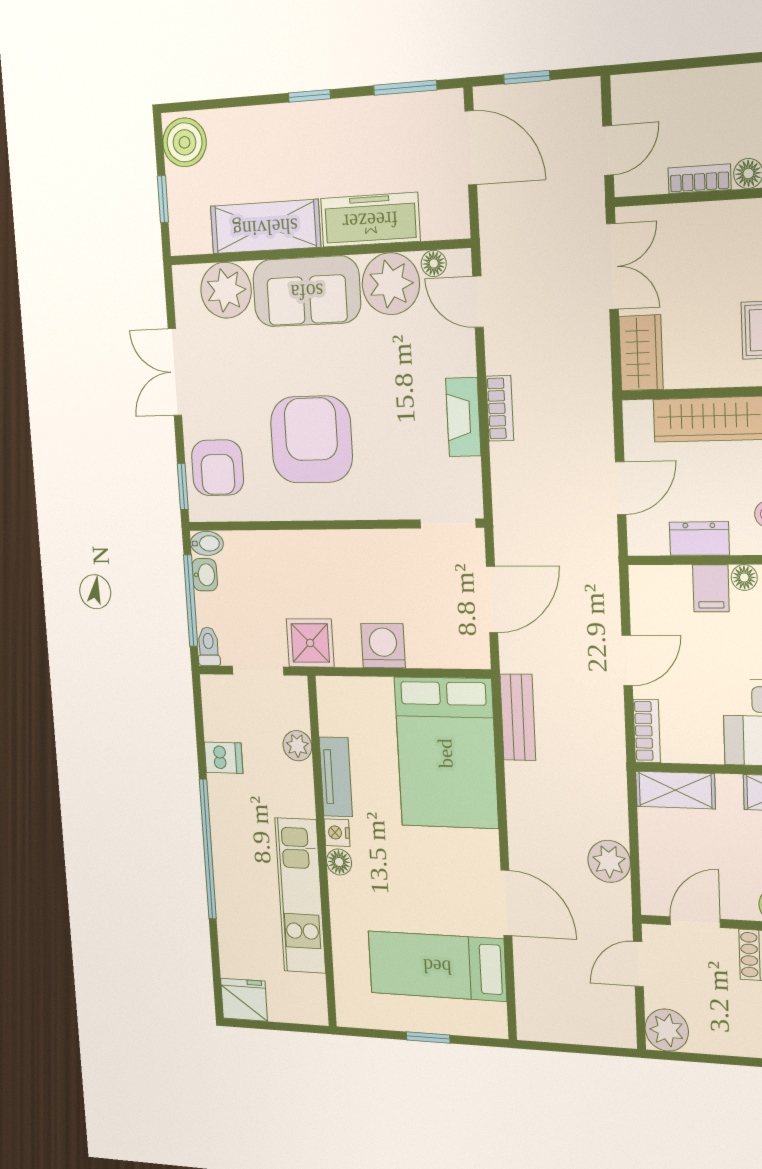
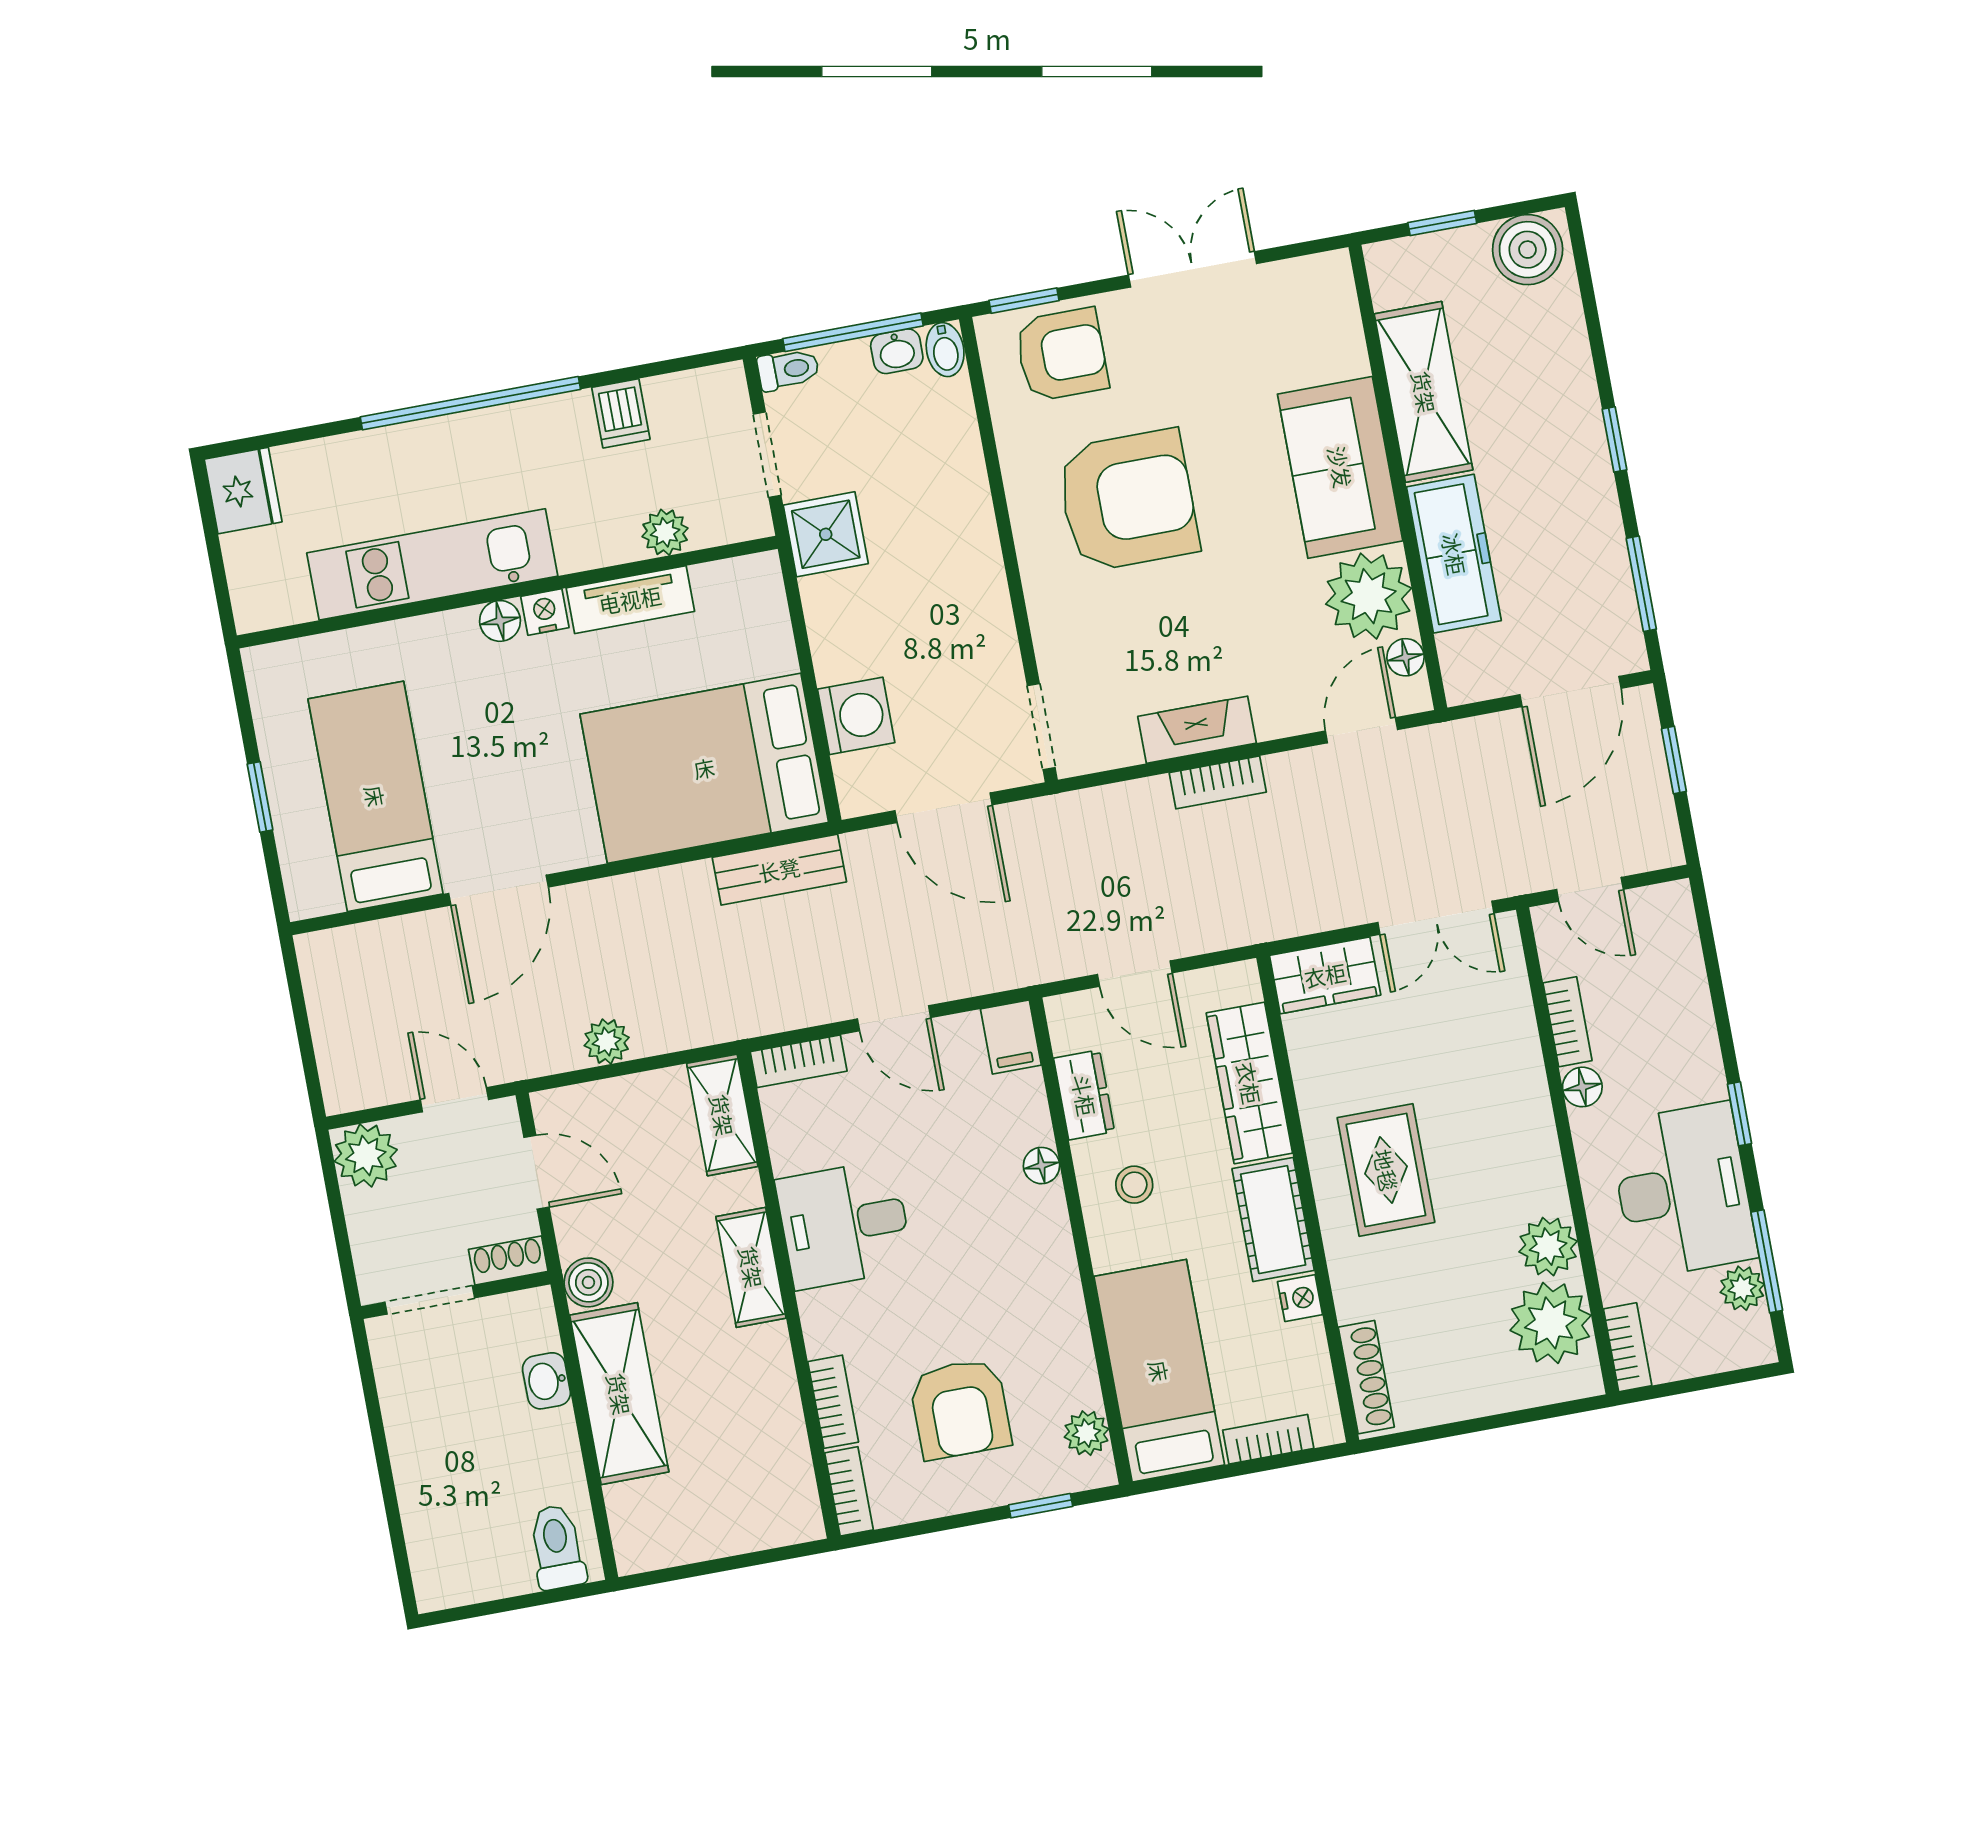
plant: (226, 290) -> (1324, 339), removed
armchair: (218, 468) -> (1062, 355), turned 180
filing cabinet: (711, 588) -> (1011, 1037), moved, turned -90
washing machine: (383, 646) -> (856, 716), moved
plant: (609, 861) -> (607, 1041), width x0.73, depth x0.73

